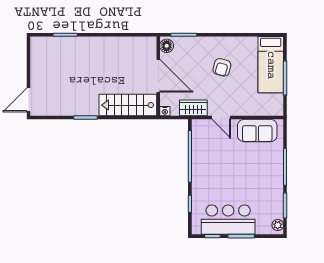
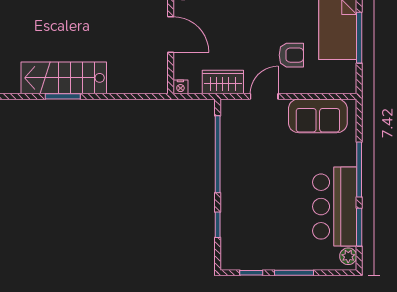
armchair: (222, 67) -> (291, 55), moved, turned -105
door: (158, 76) -> (171, 34), width x0.73
stairs: (128, 105) -> (64, 78), moved
door: (221, 118) -> (264, 96), swing flipped
bar counter: (228, 220) -> (335, 207), moved, turned -90

